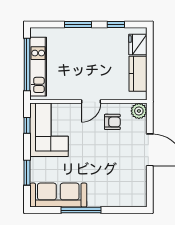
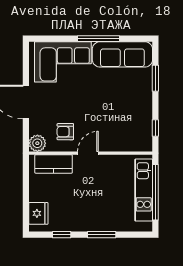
kitchen counter: (138, 74) -> (54, 164), moved, turned 90
corner sofa: (49, 130) -> (63, 62), moved, turned -90

